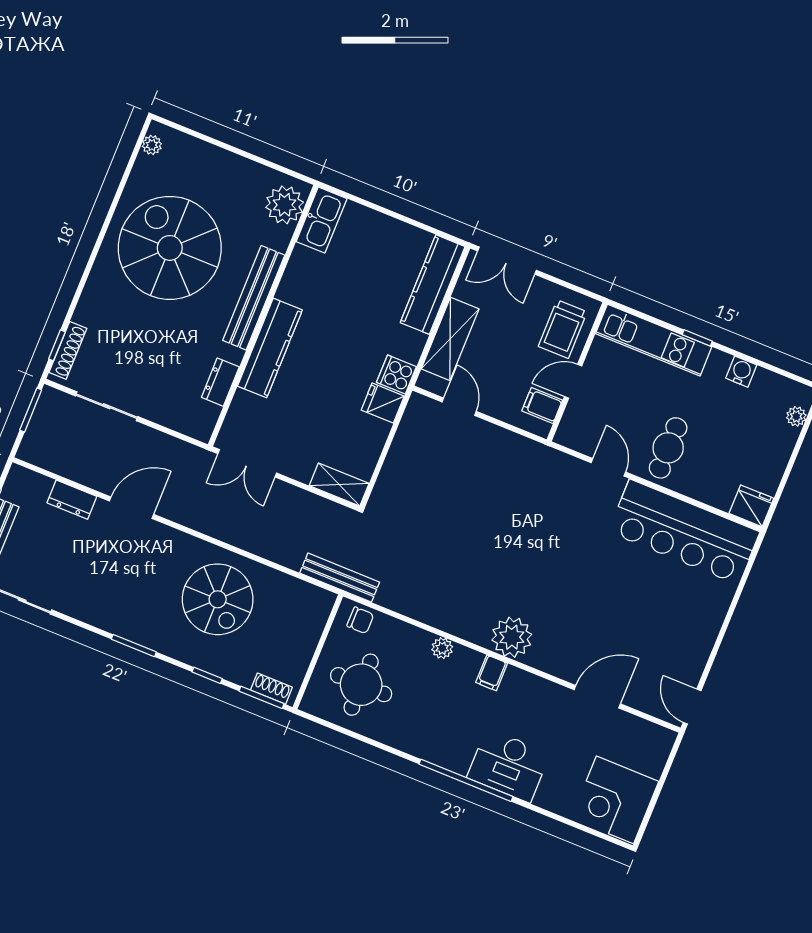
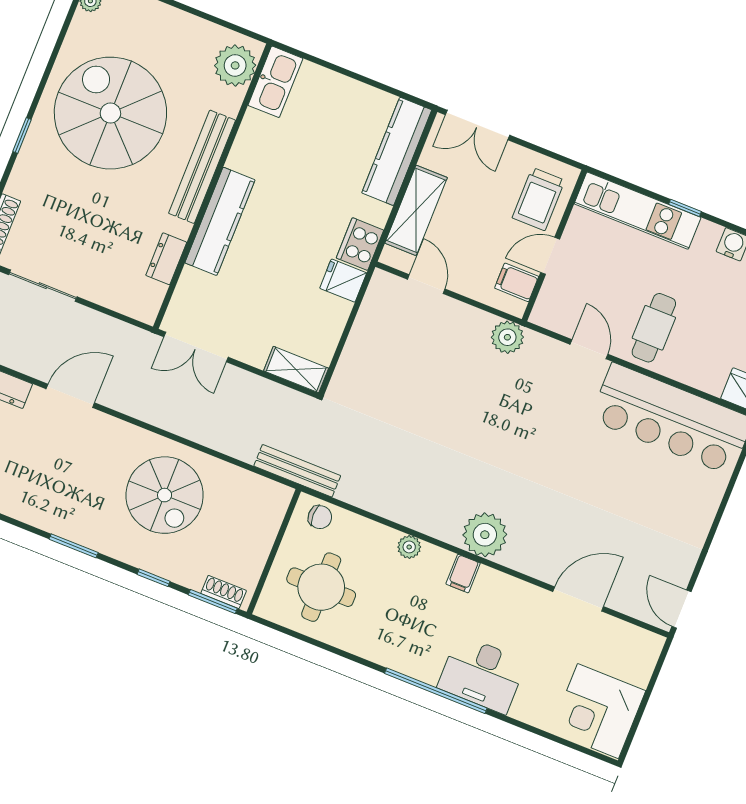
window: (88, 268) -> (22, 135), added
cooker: (396, 375) -> (360, 244), width x1.36
plant: (533, 456) -> (507, 337), added

